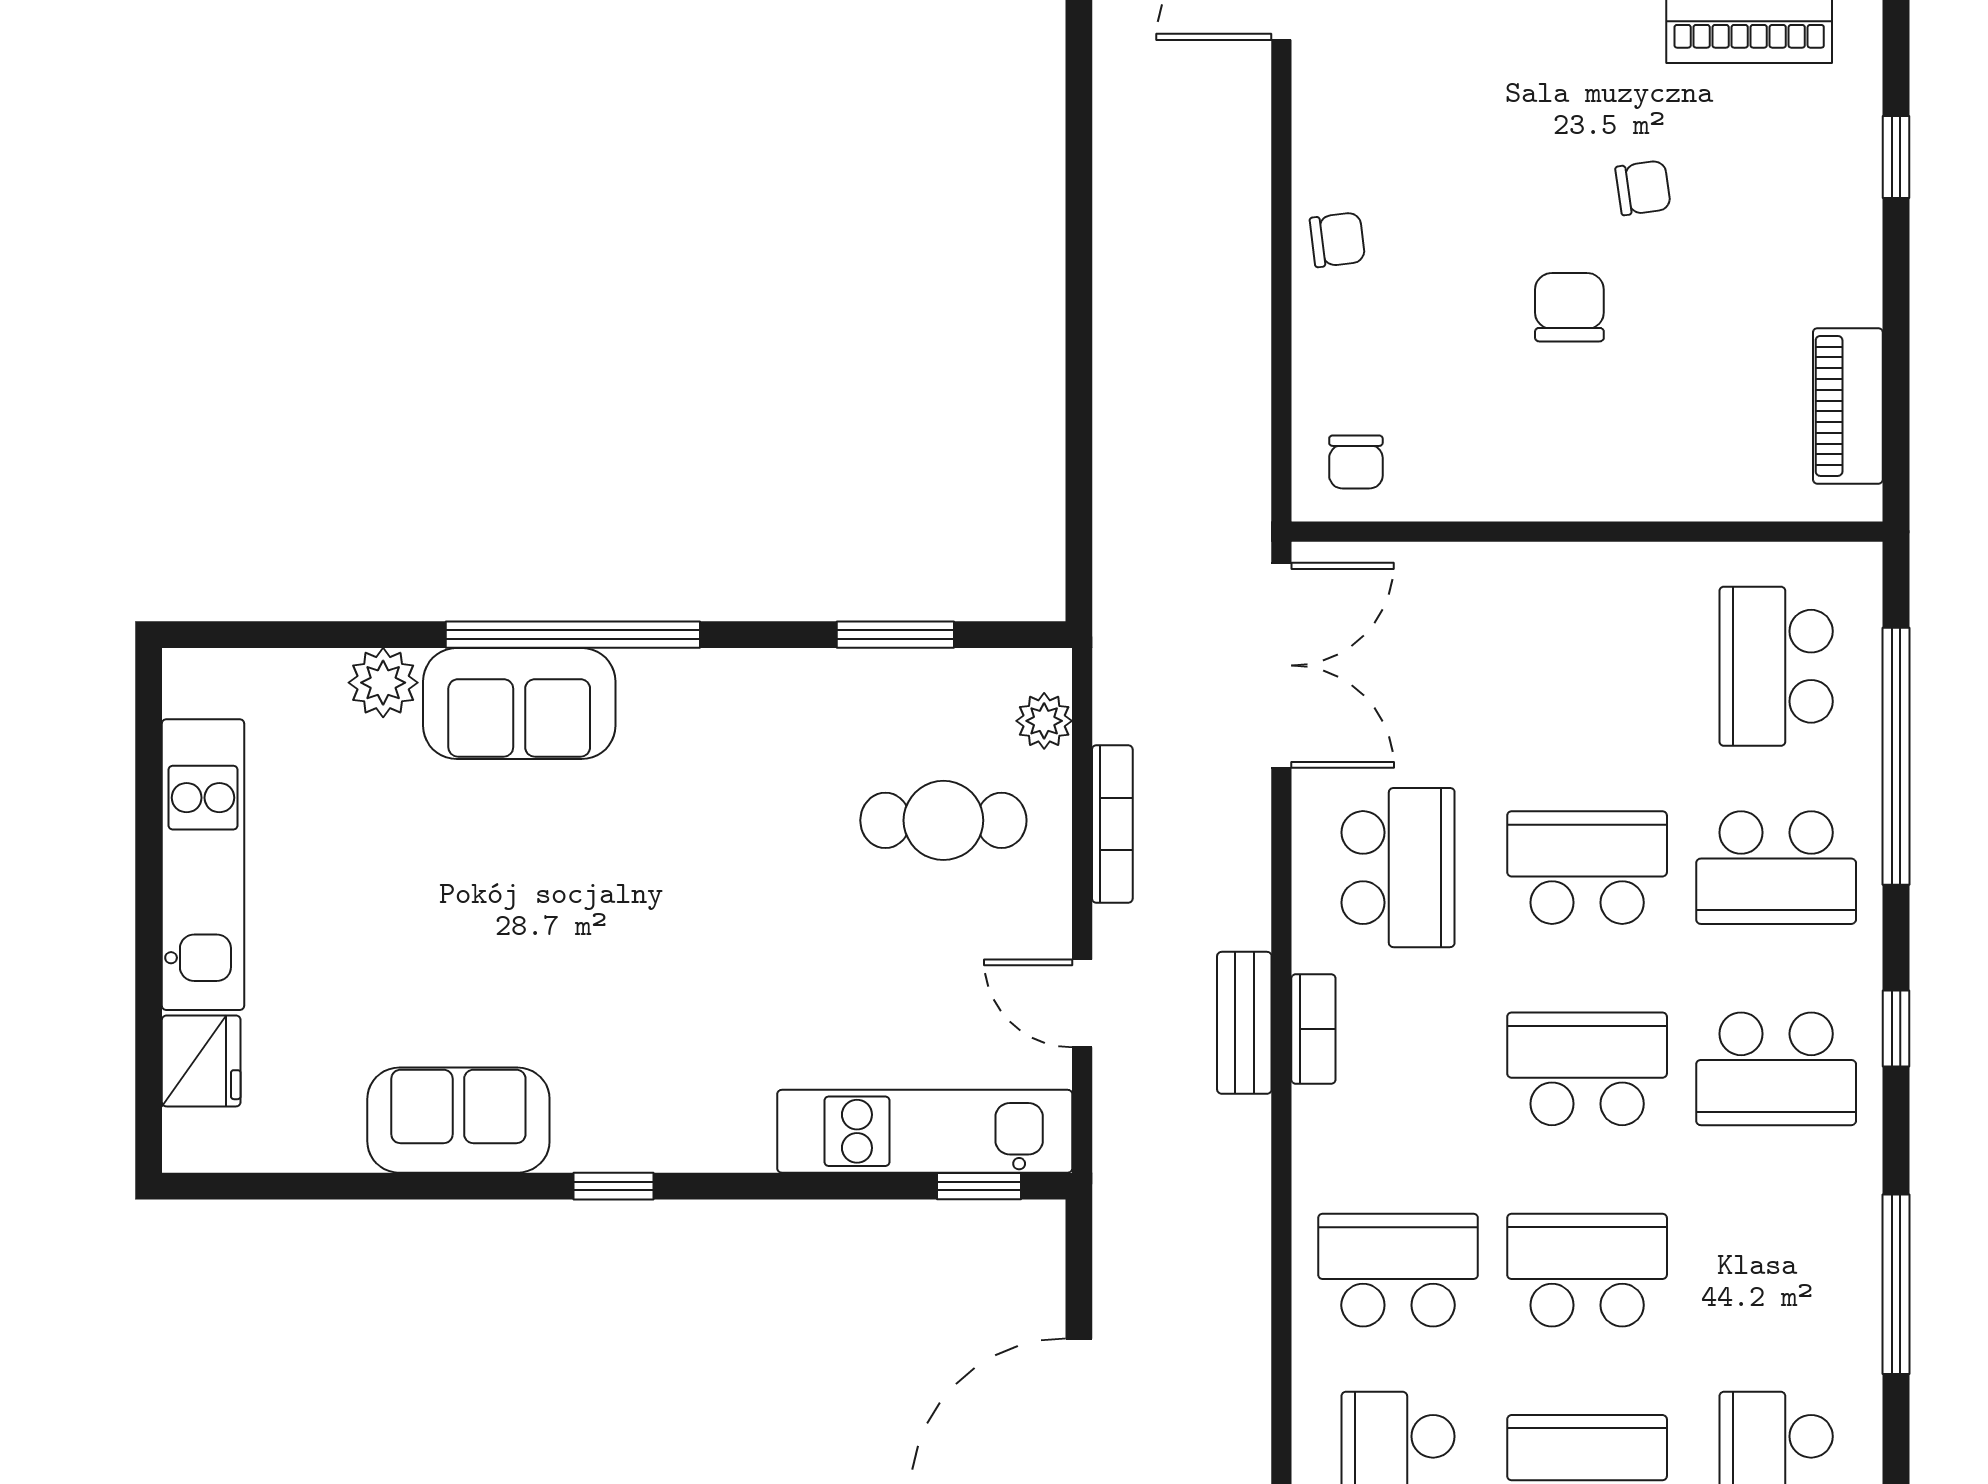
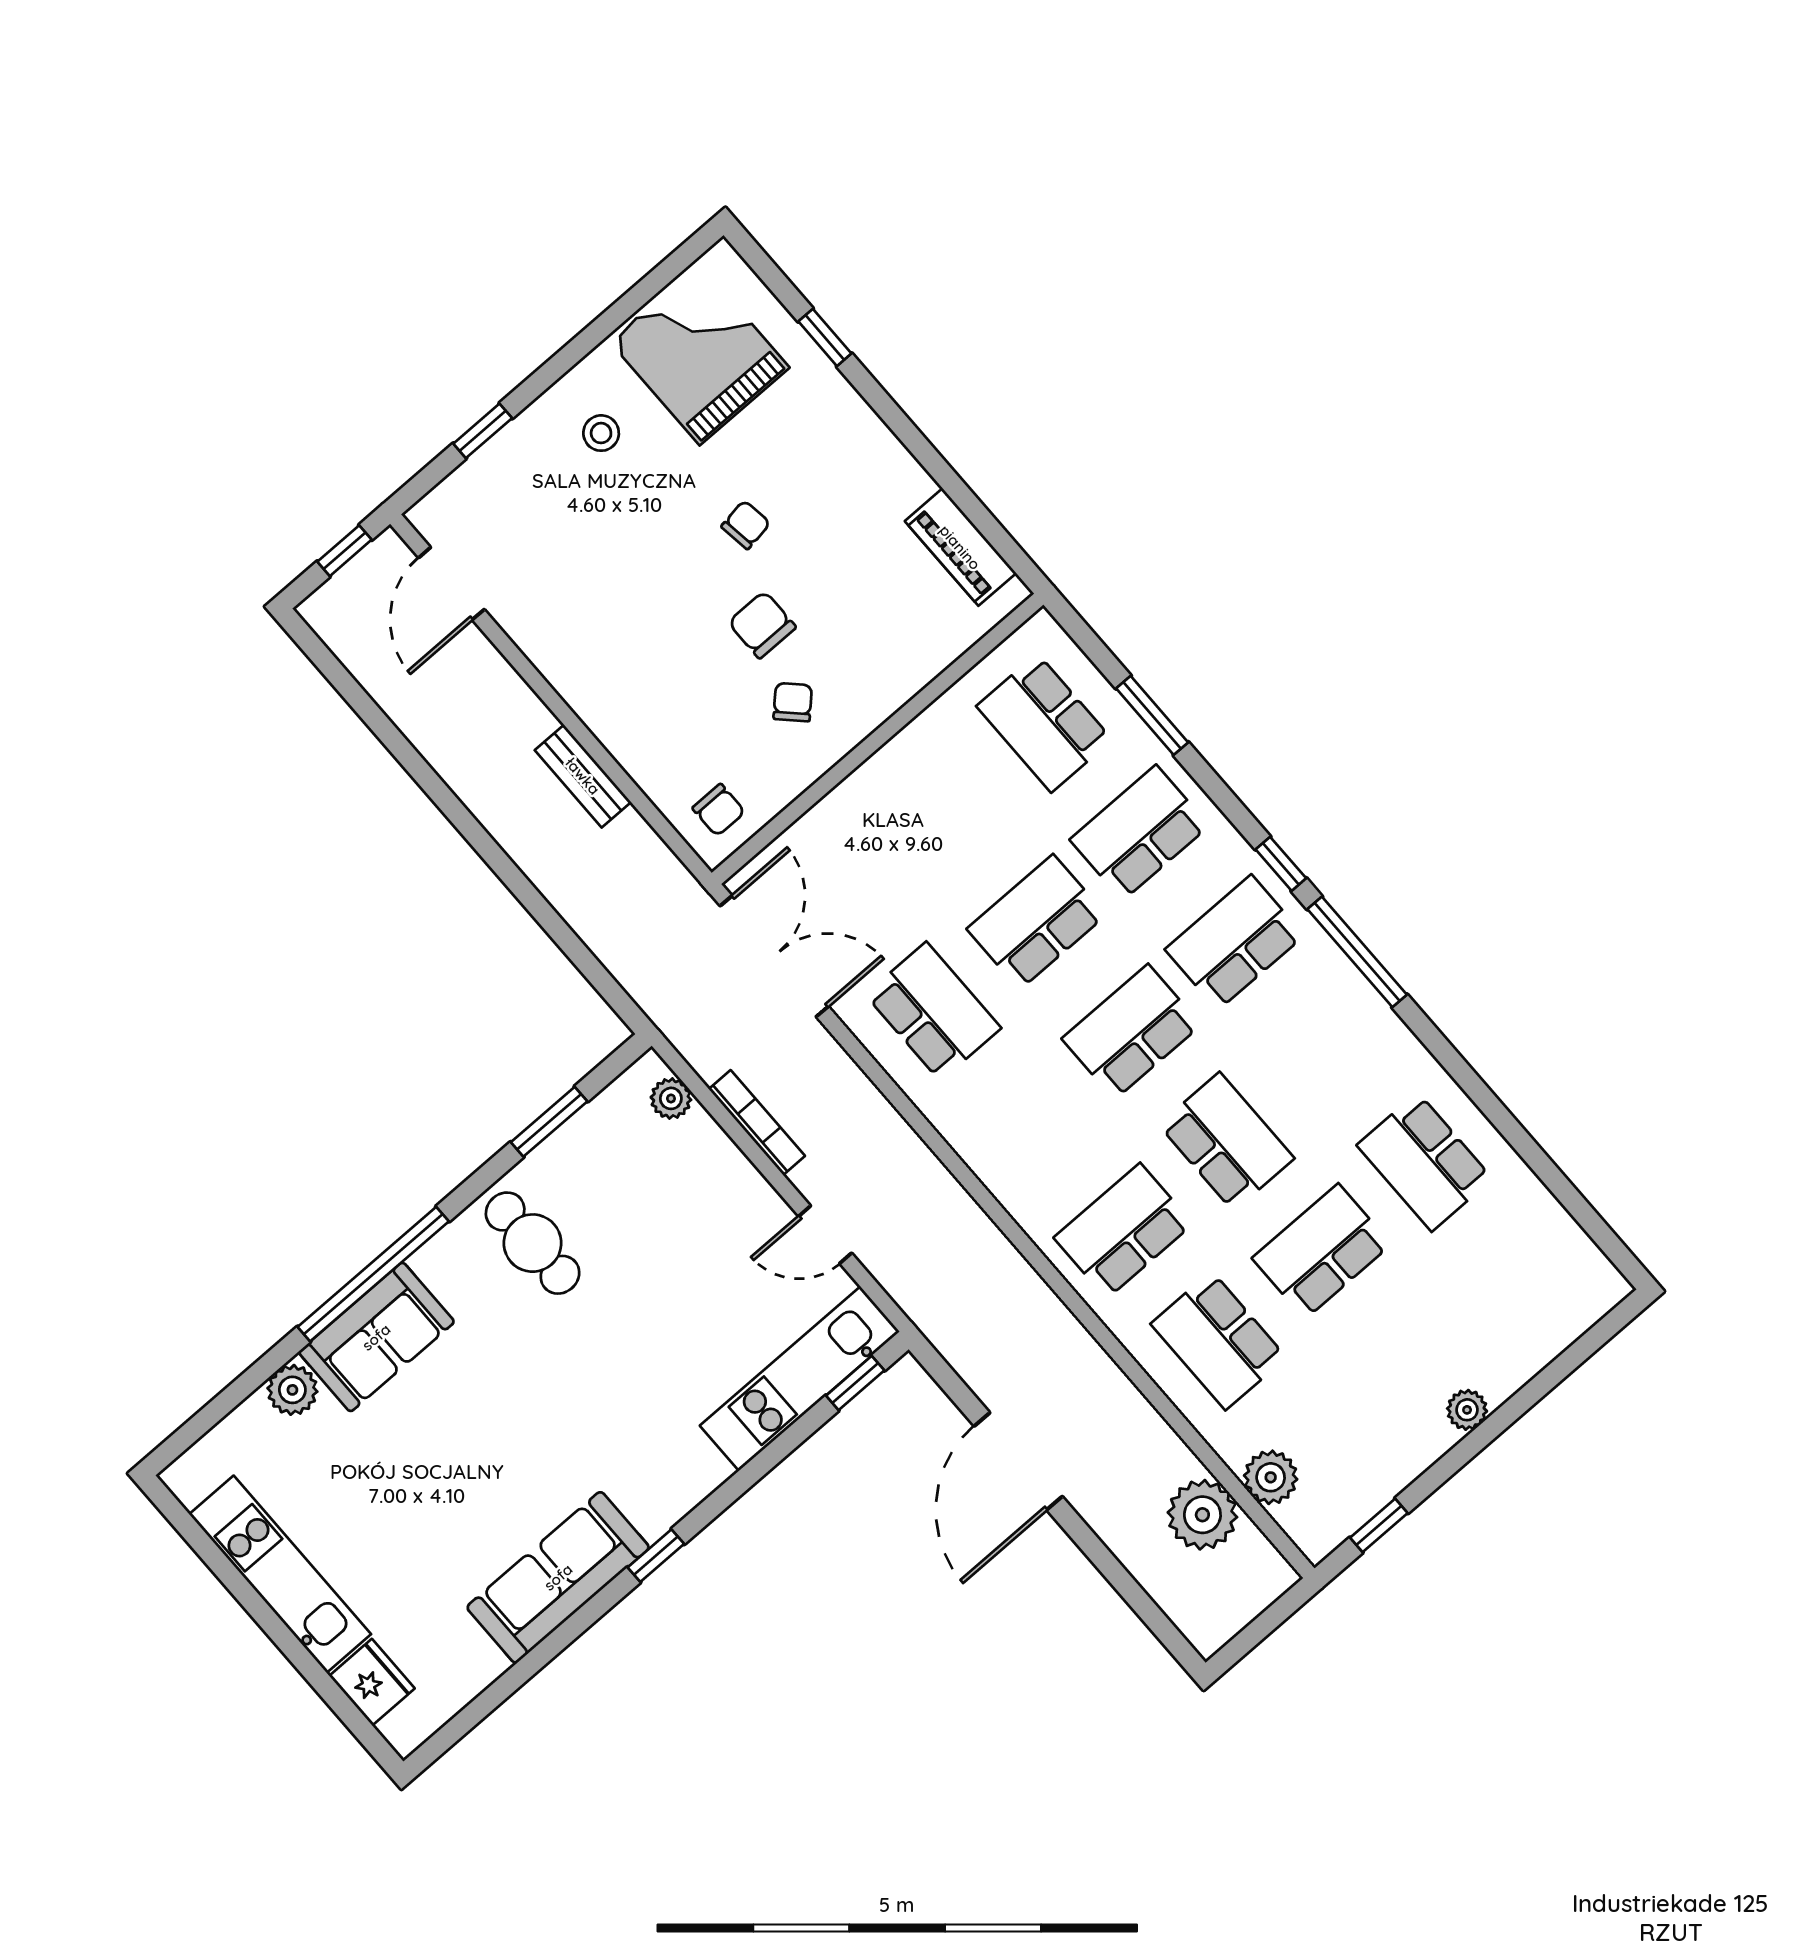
window: (1896, 157) -> (825, 337), moved
chair: (1337, 240) -> (793, 702), moved, turned -38
window: (1896, 756) -> (1152, 715), width x0.47
cafe table: (943, 820) -> (533, 1243), moved, turned 90
school desk: (1776, 868) -> (1139, 833), turned 180
bench: (1244, 1023) -> (583, 776), moved
bookcase: (1313, 1029) -> (963, 1139), removed
school desk: (1776, 1069) -> (1234, 942), turned 180
sofa: (458, 1120) -> (558, 1577), width x1.36
school desk: (1587, 1270) -> (1226, 1142), turned 90
window: (1896, 1284) -> (1357, 952), moved

